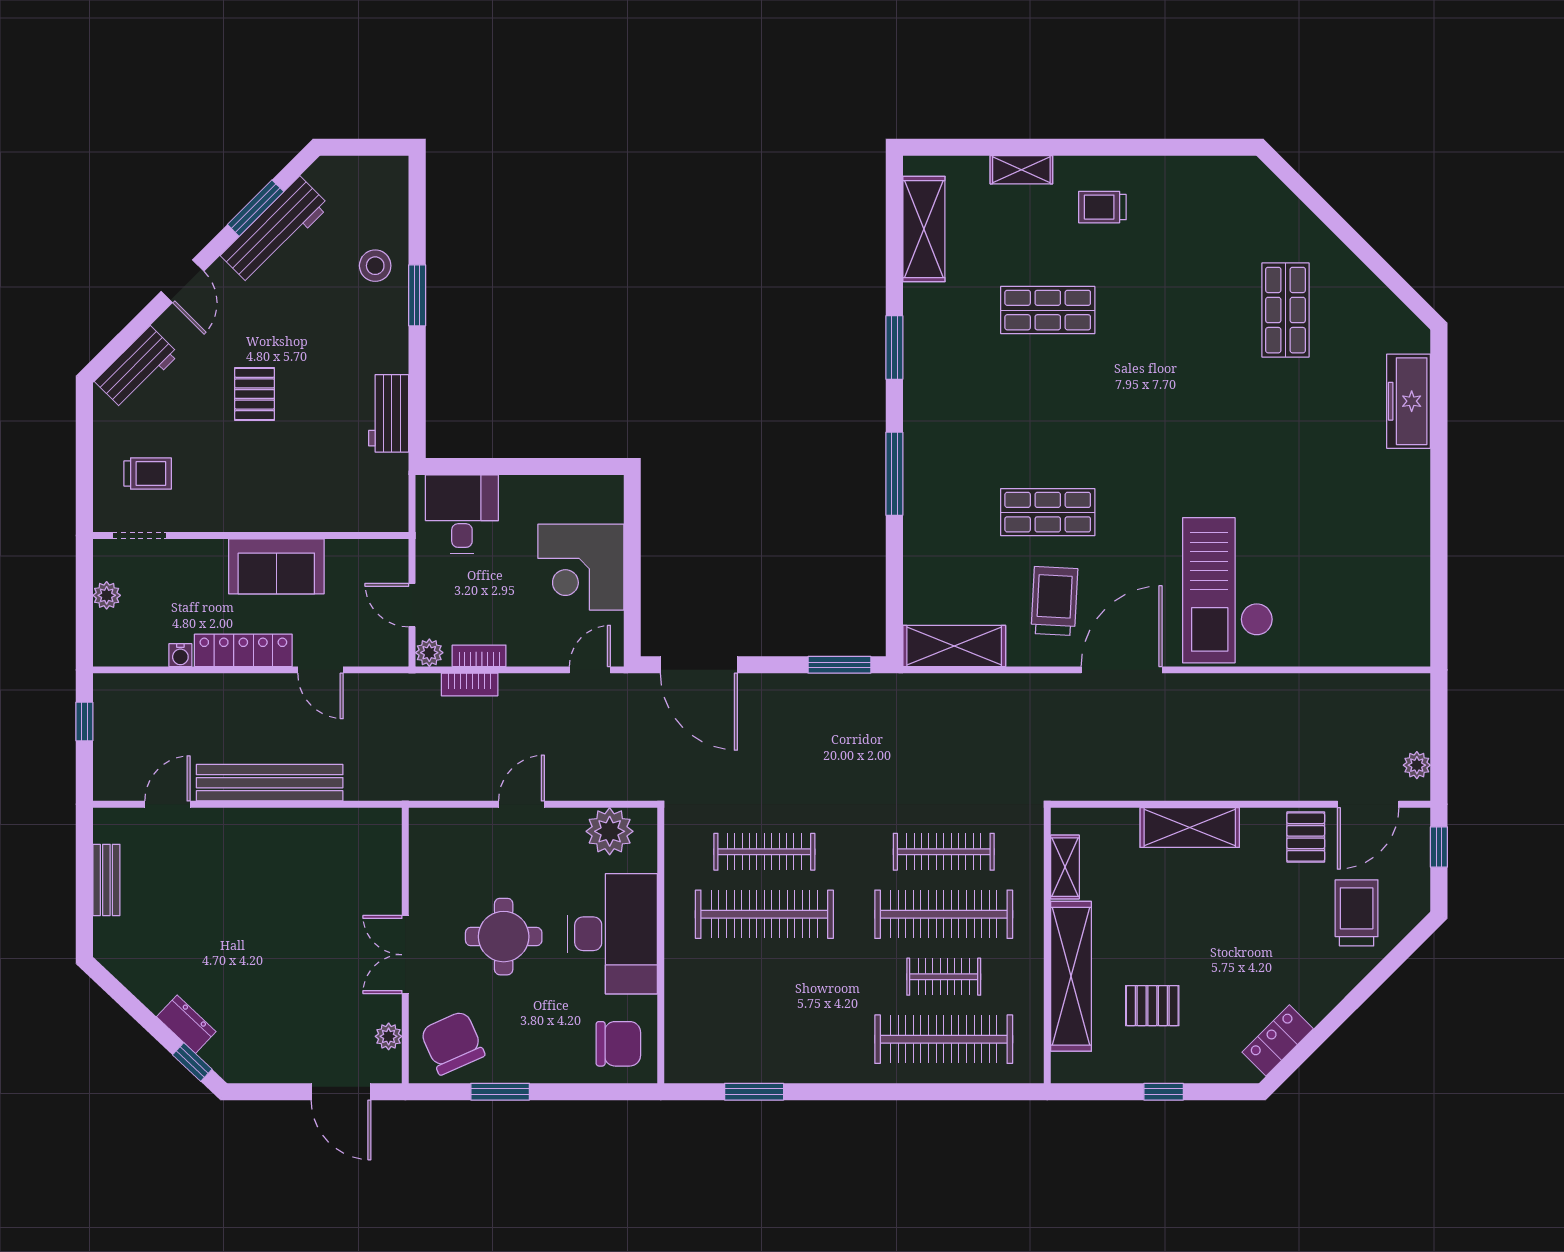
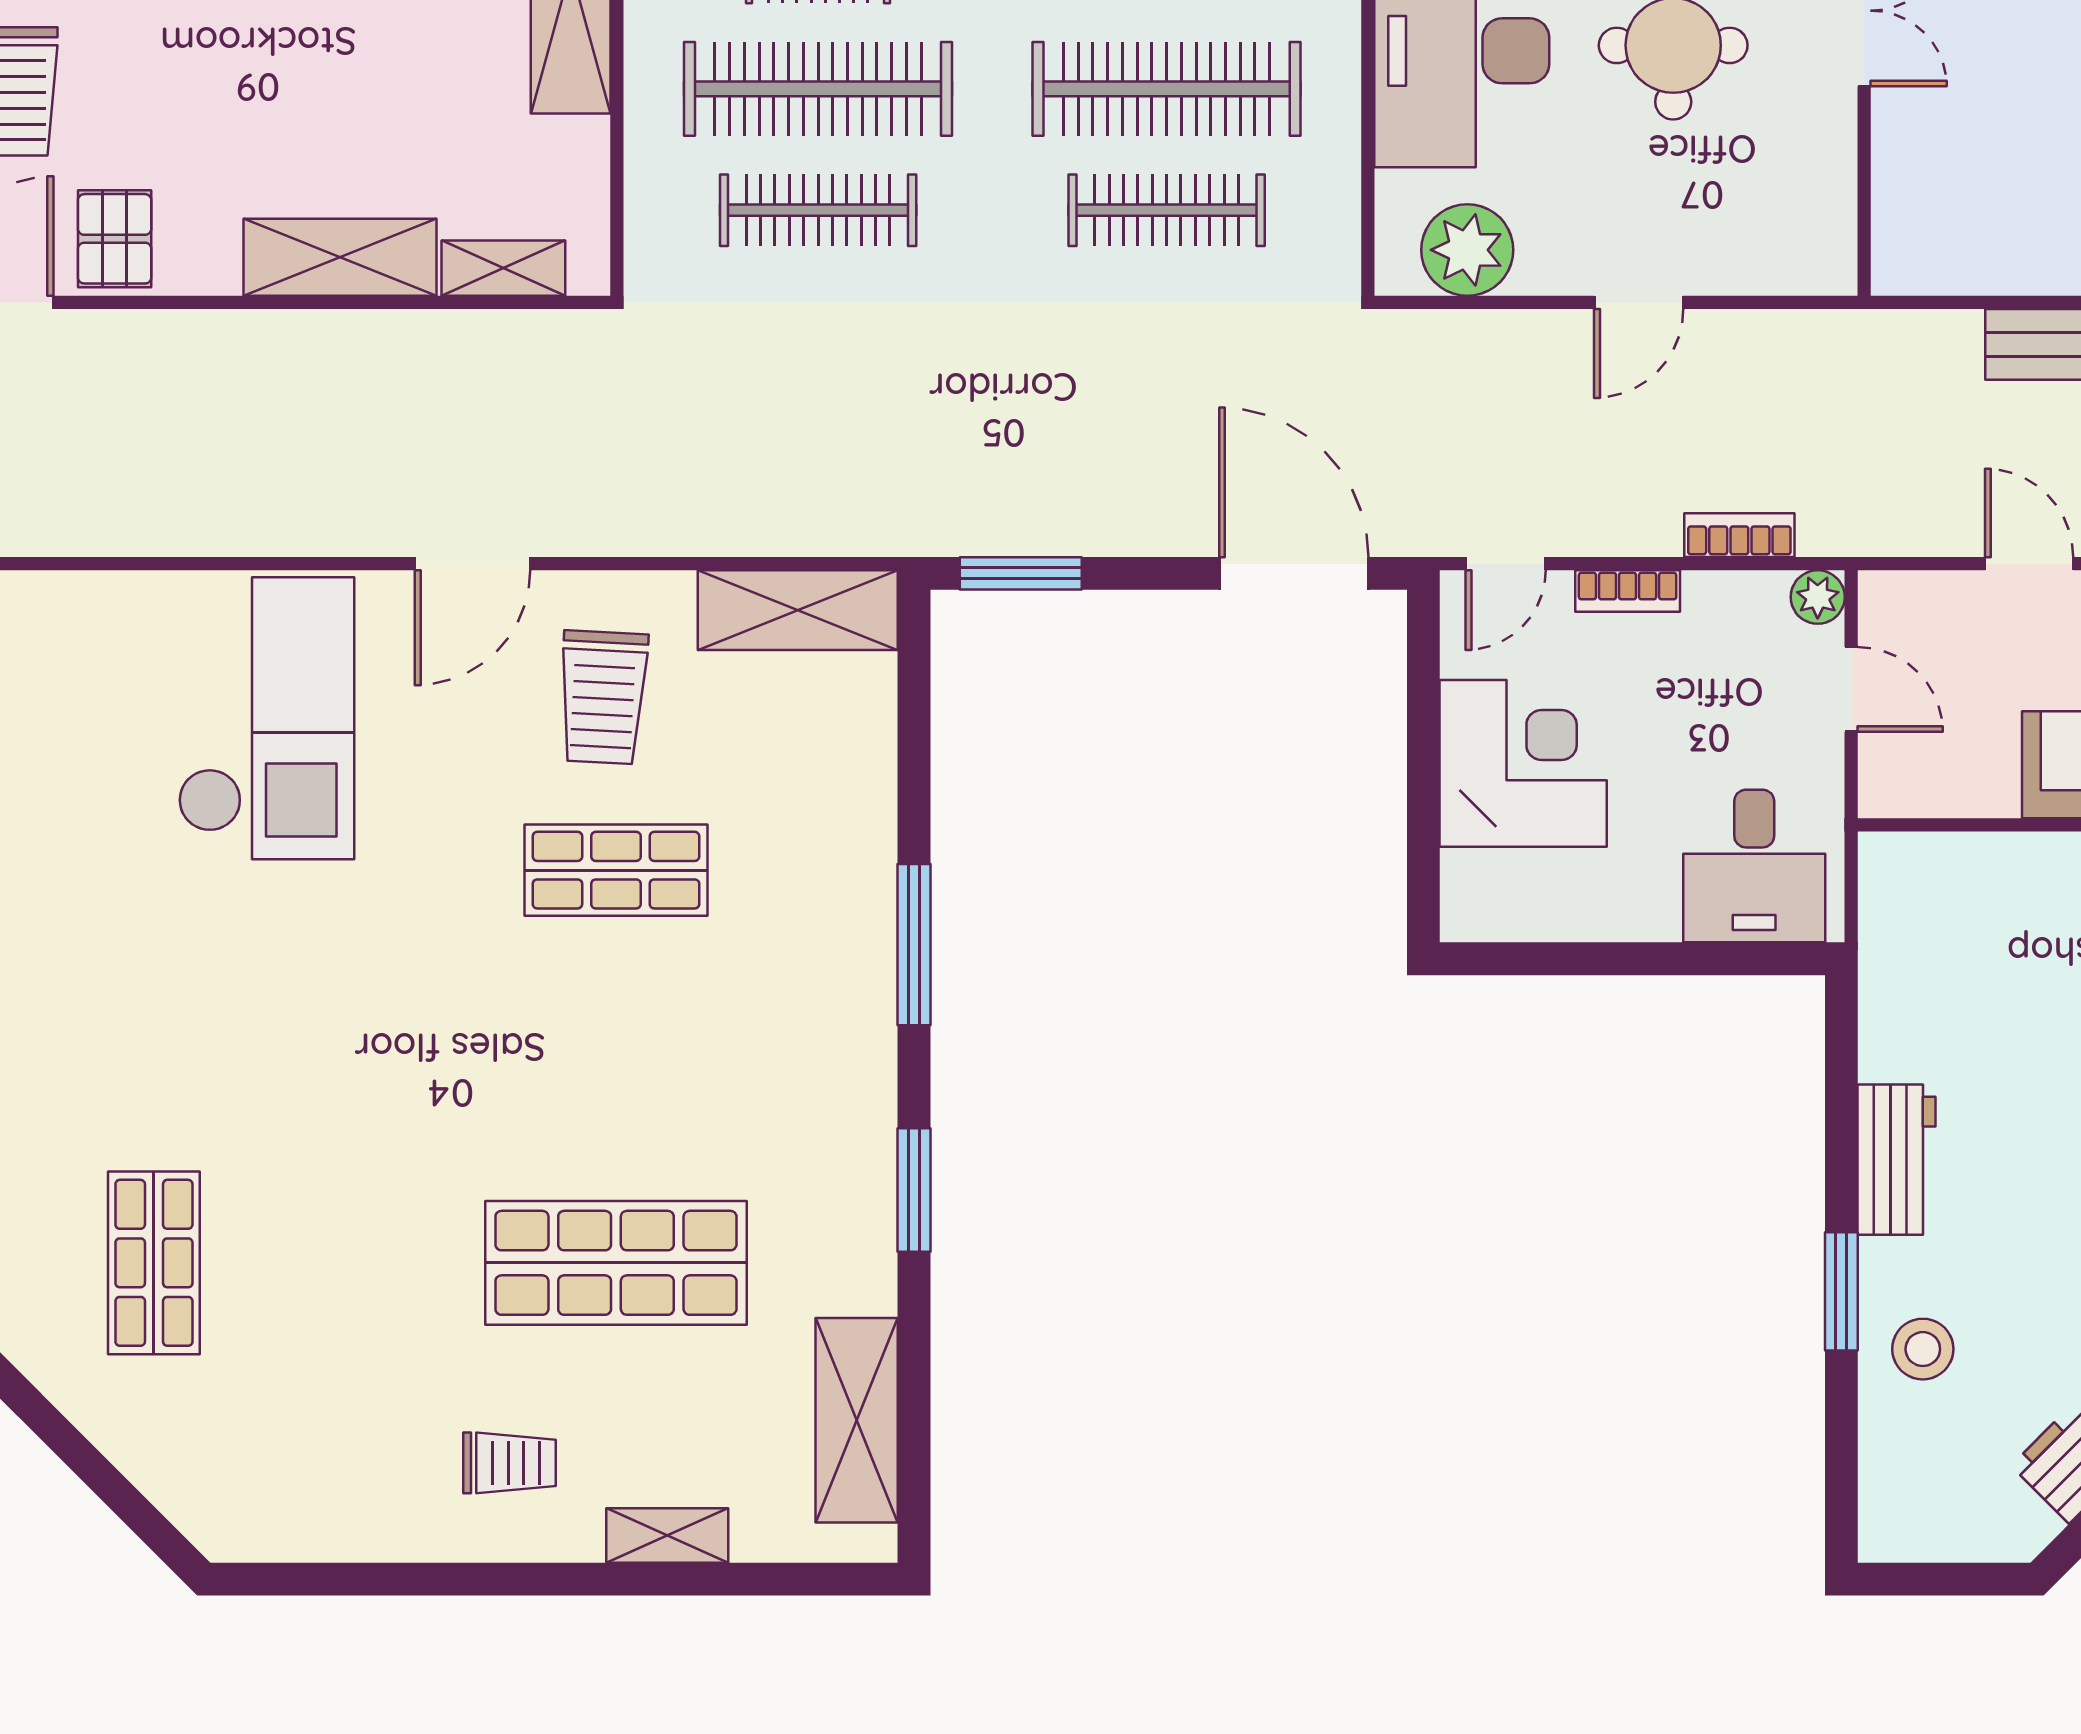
shop shelf: (1048, 310) -> (616, 1263), width x1.43, depth x1.36
workbench: (389, 413) -> (1897, 1160), moved
bookcase: (479, 656) -> (1628, 591), moved
door: (1122, 670) -> (472, 564), width x0.73
shelving: (1065, 867) -> (503, 268), moved, turned 90

